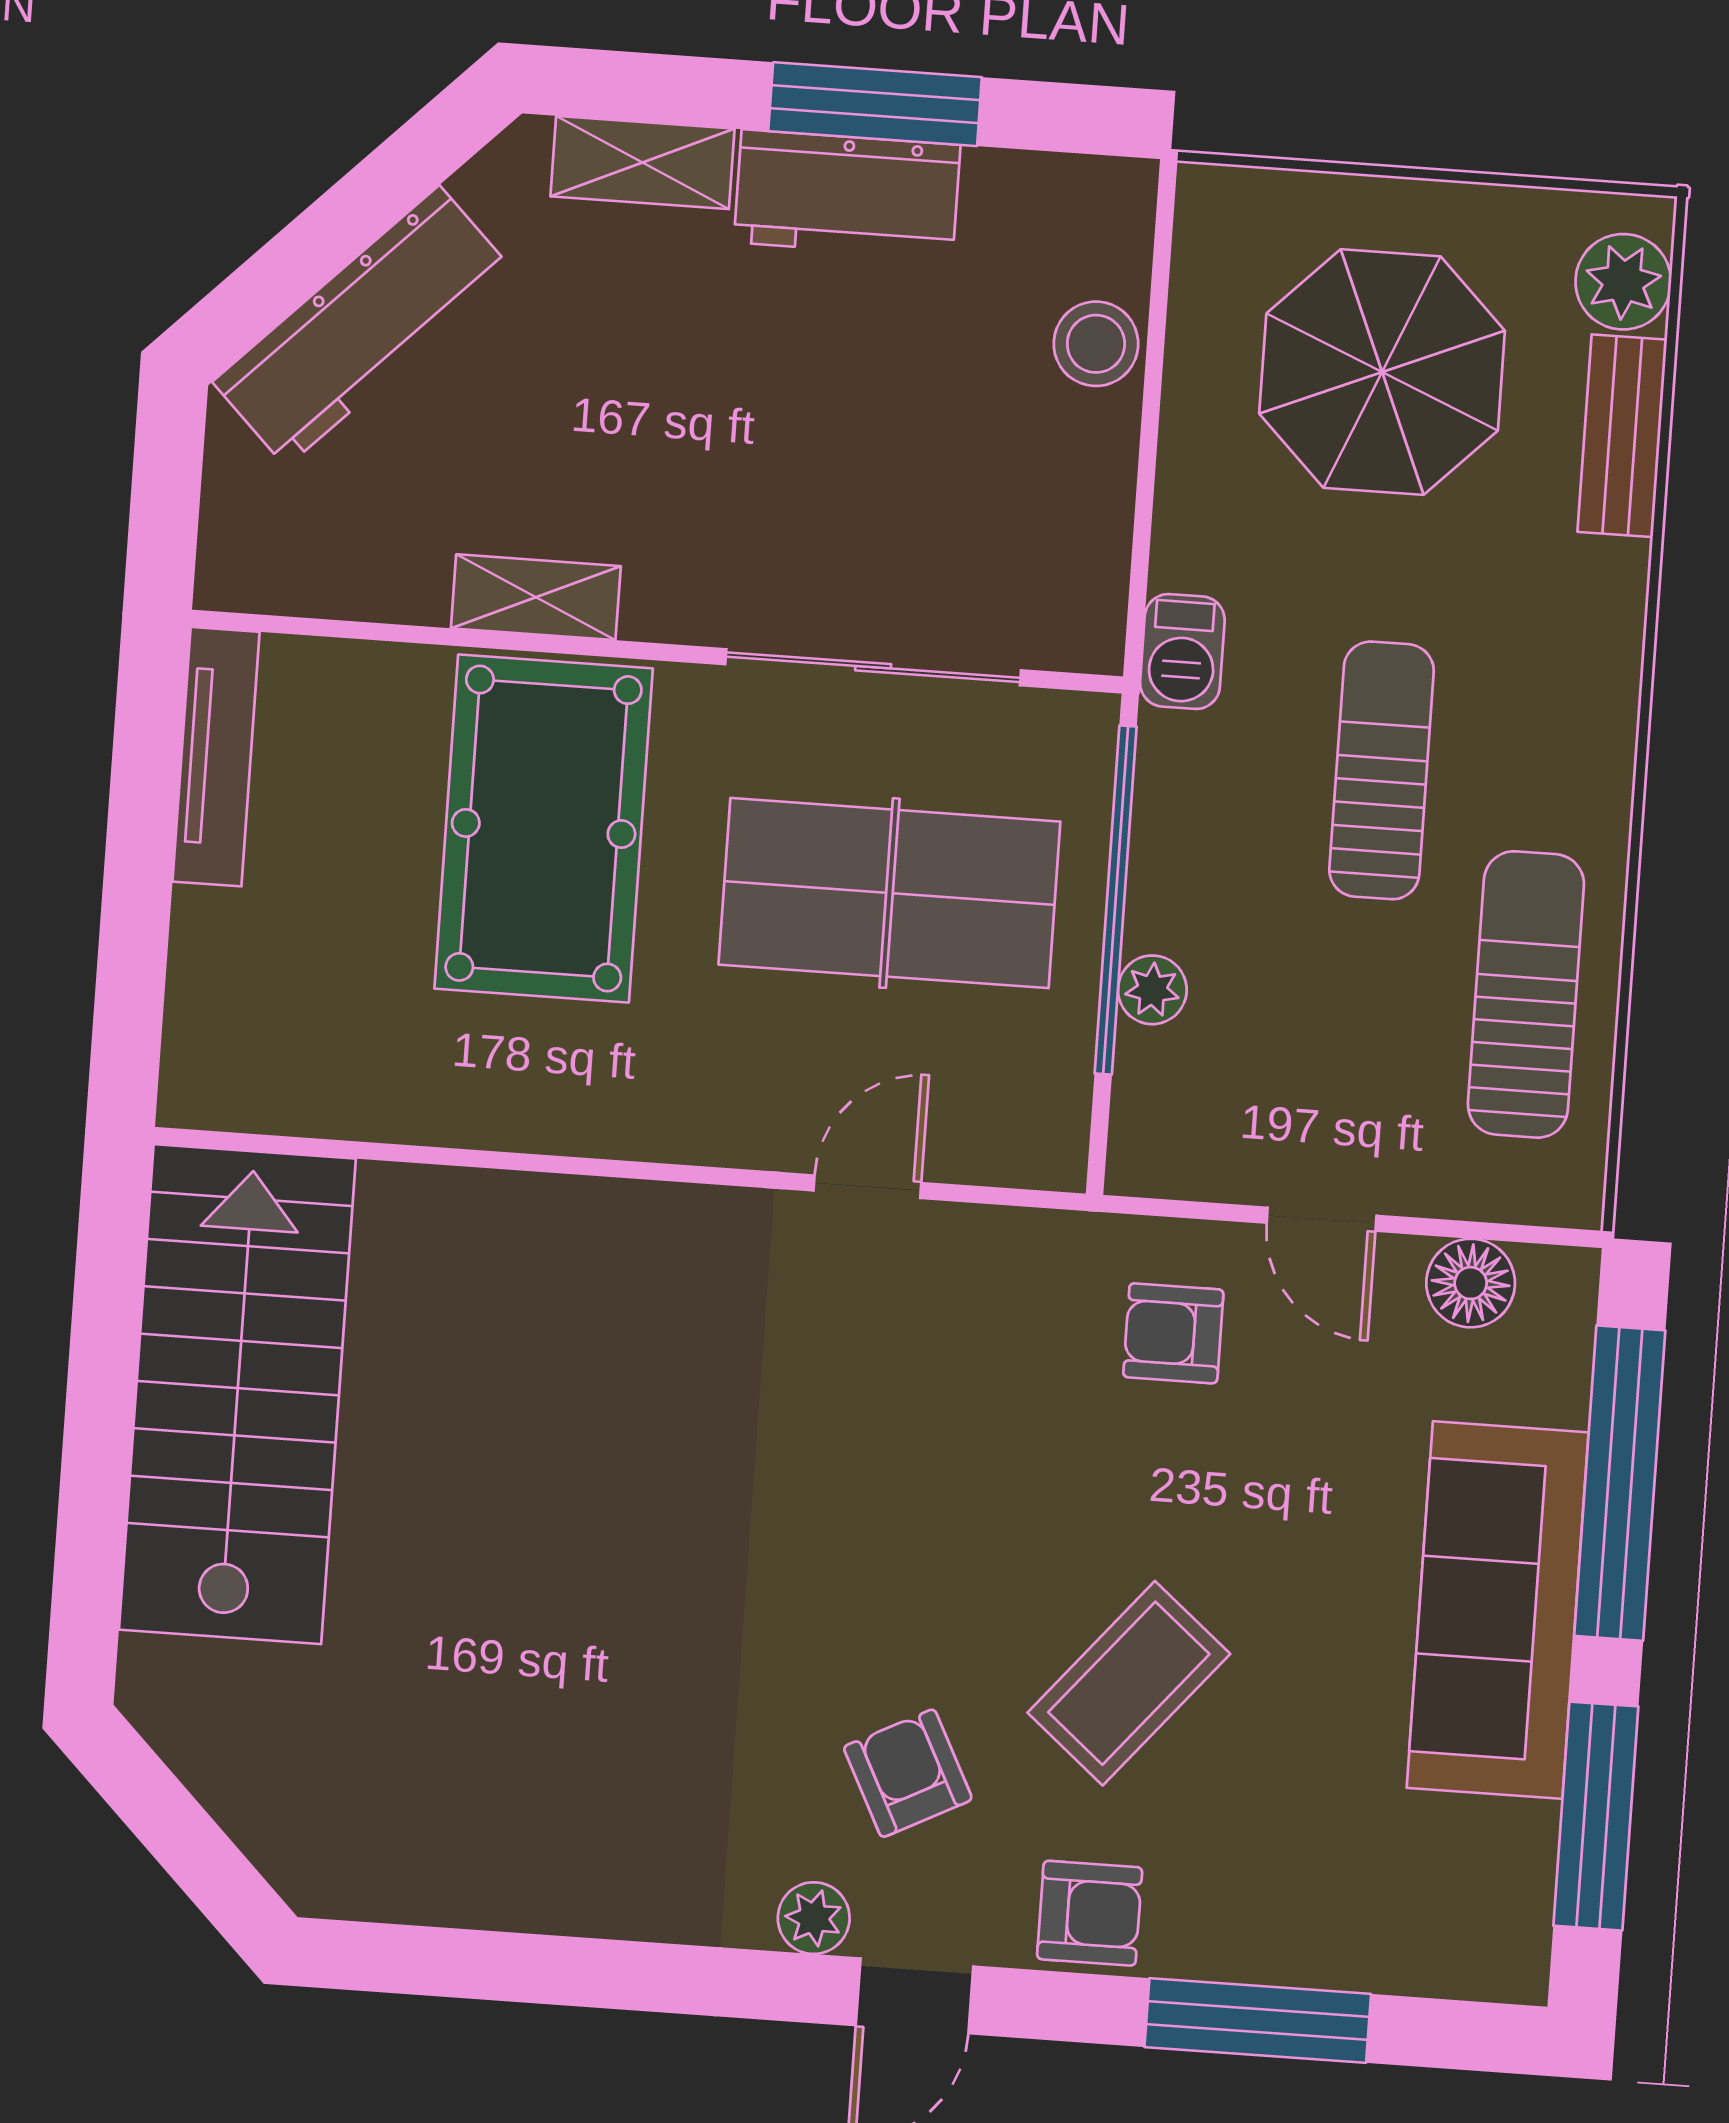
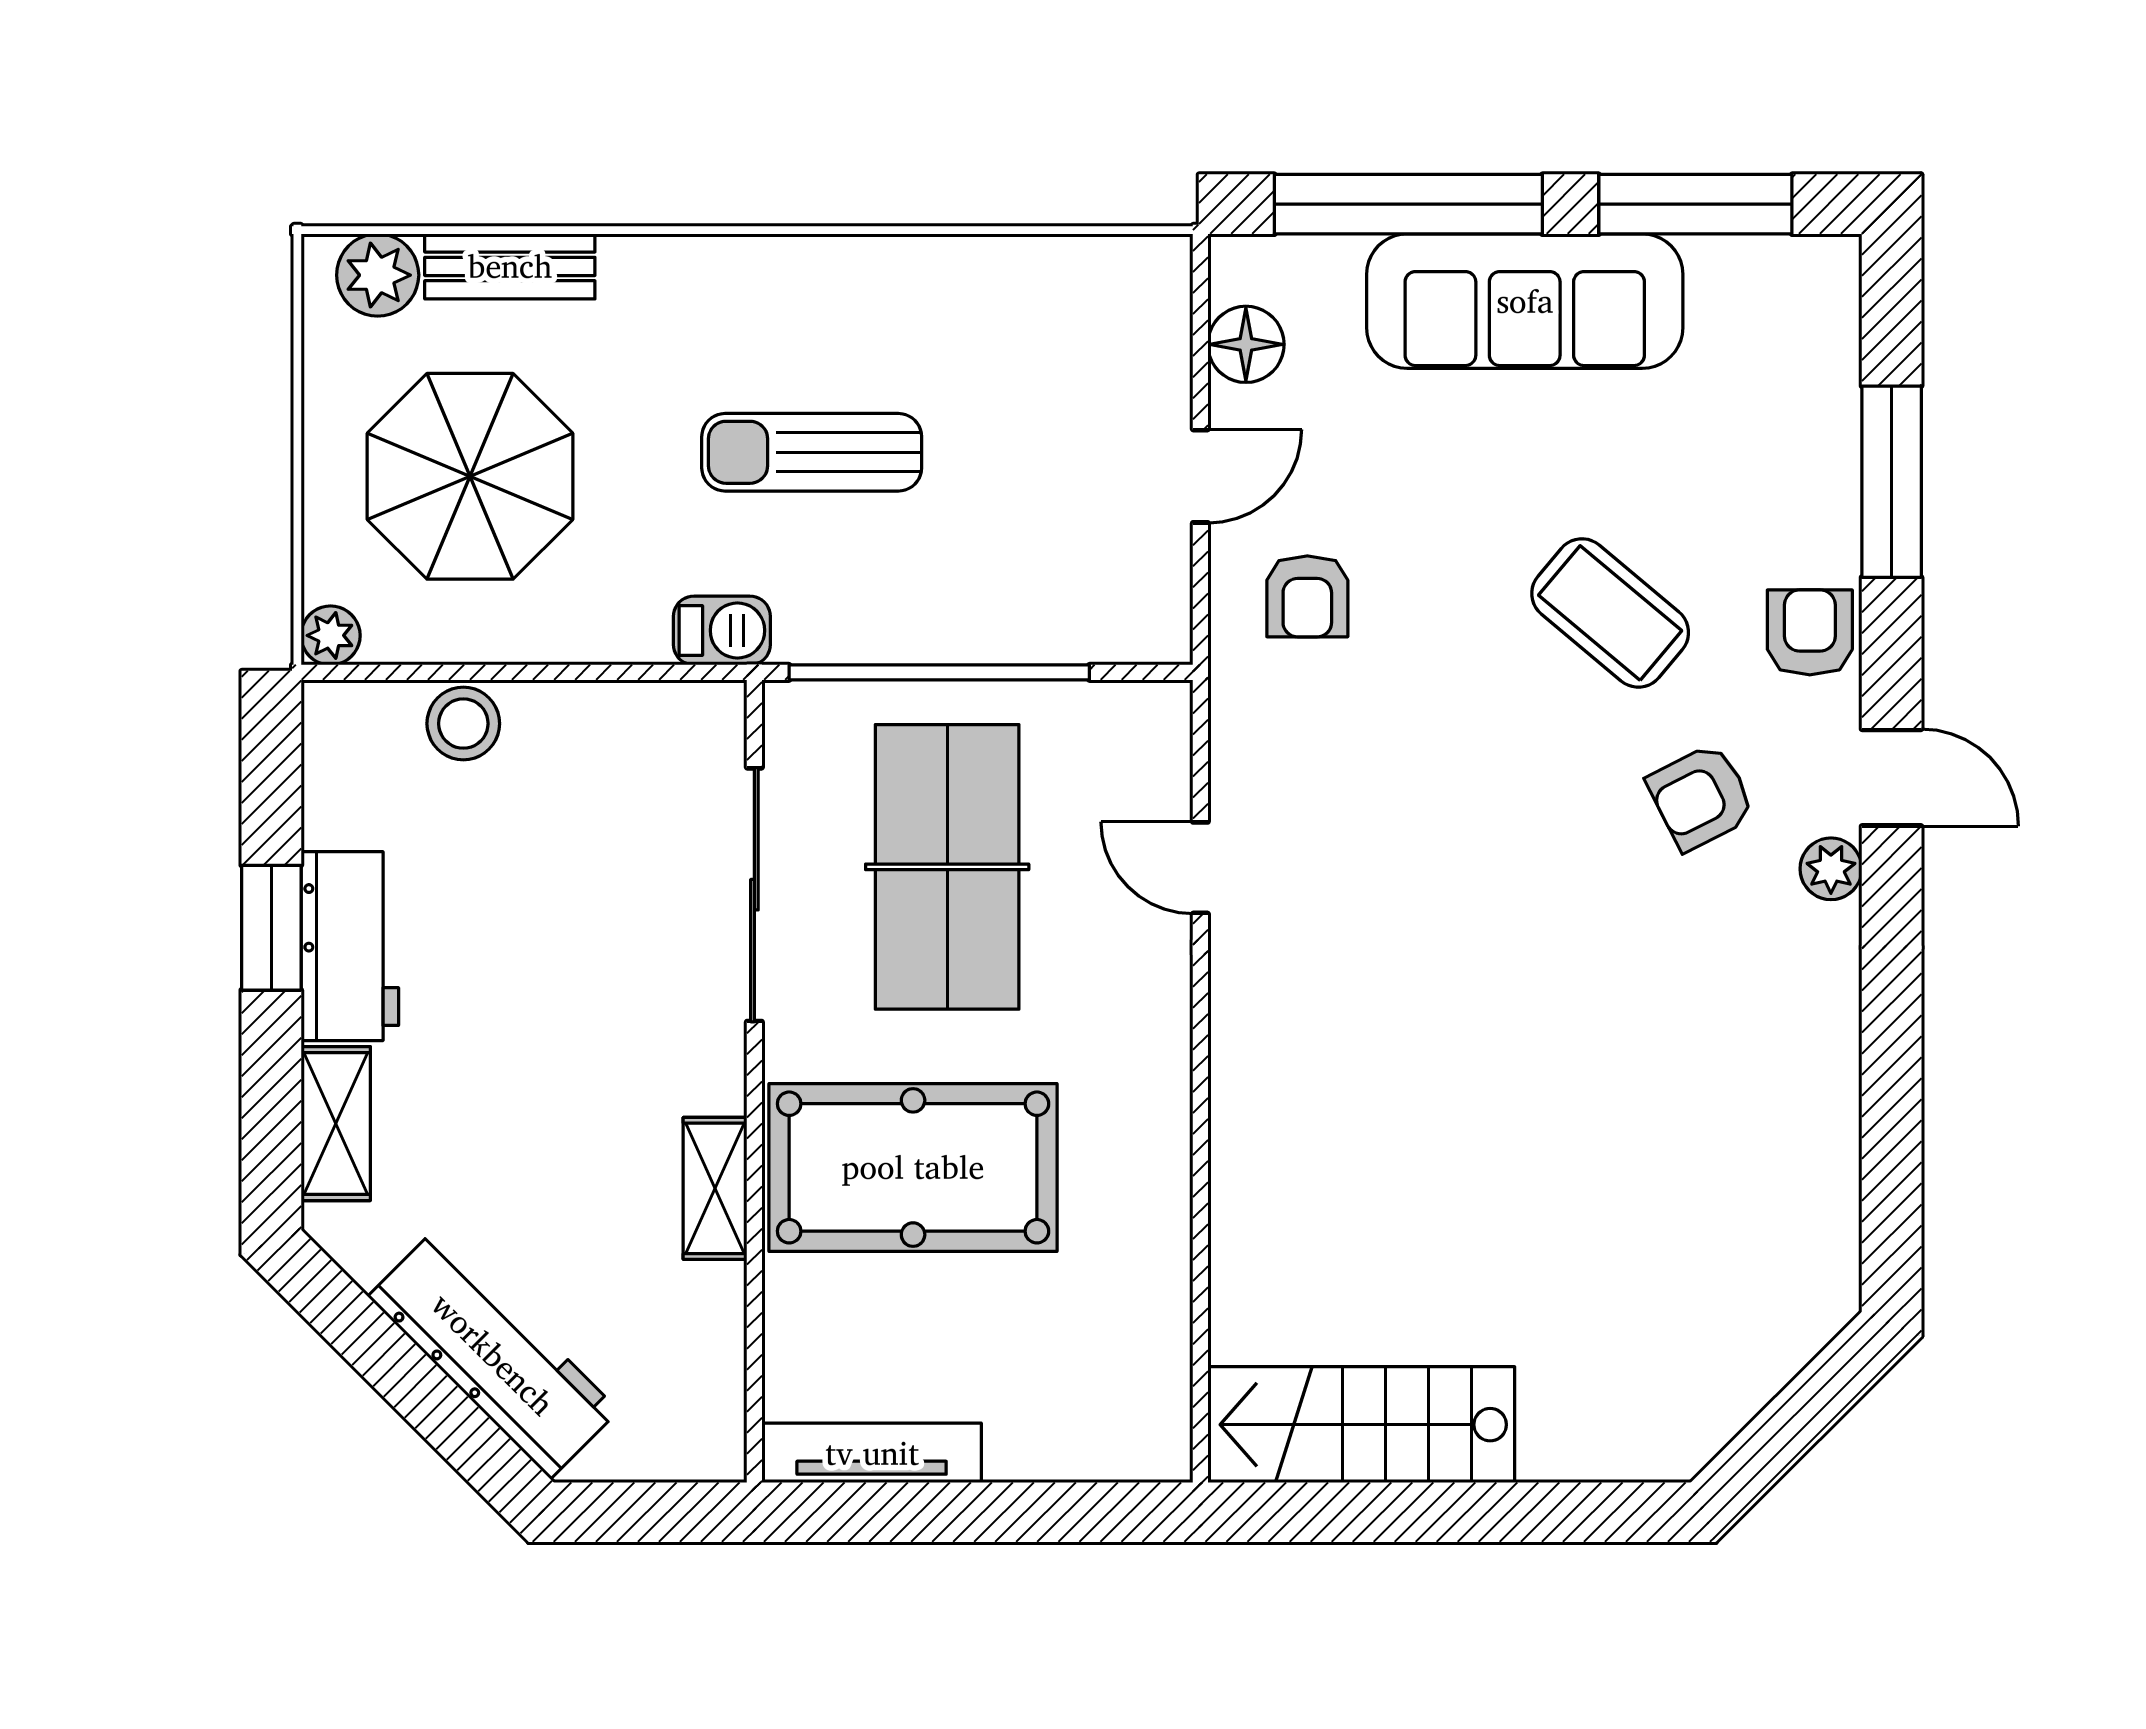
window: (875, 104) -> (271, 928), width x0.69
plant: (1152, 990) -> (331, 635), moved
sun lounger: (1526, 994) -> (995, 315), removed
stairs: (237, 1394) -> (1361, 1425), width x0.73, depth x0.66

